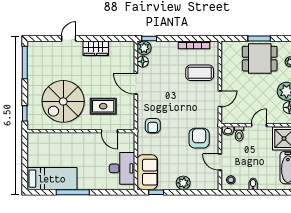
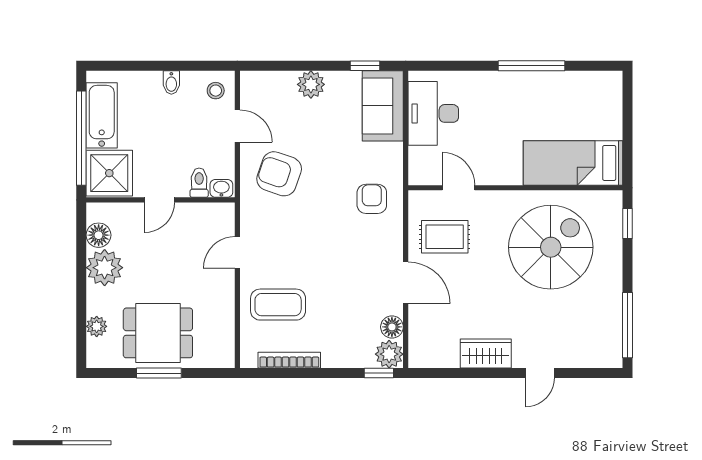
rug: (103, 106) -> (445, 237), moved
armchair: (199, 138) -> (279, 174), turned 109
bed: (52, 179) -> (573, 163), moved

